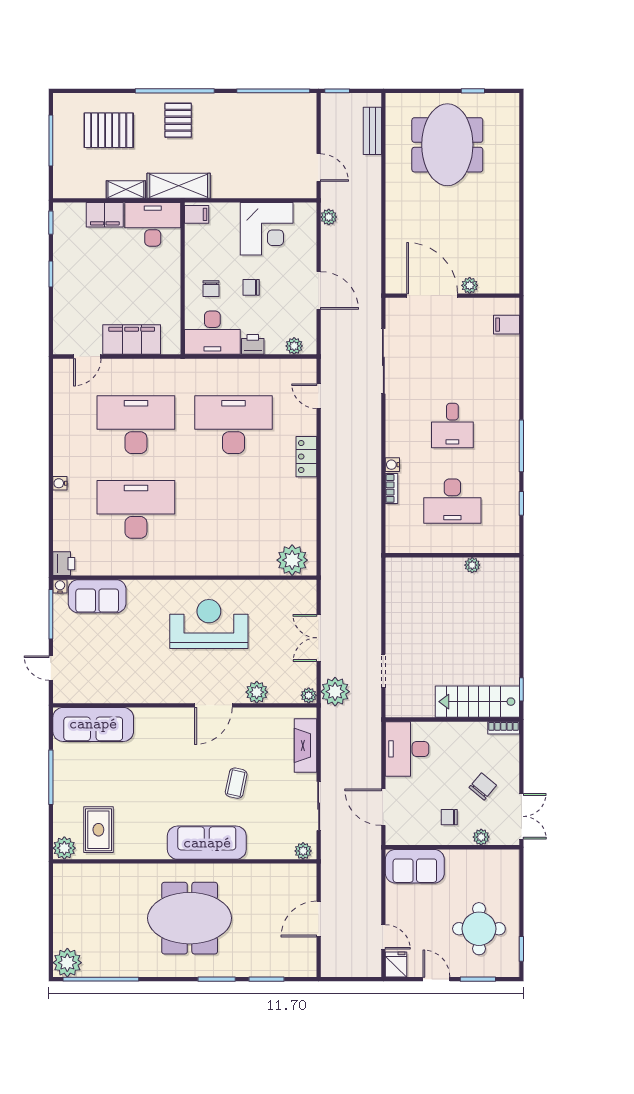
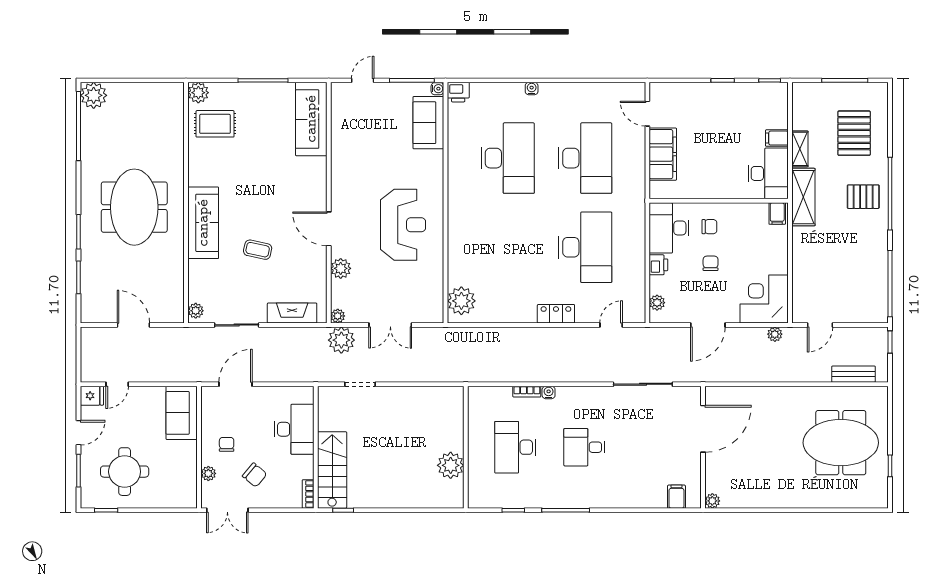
filing cabinet: (105, 215) -> (777, 138), width x0.50
corner desk: (267, 229) -> (764, 299), moved, turned 90
plant: (470, 285) -> (712, 501), moved
chair: (211, 289) -> (709, 227), turned 180
plant: (472, 565) -> (451, 465), width x1.88, depth x1.88
double door: (319, 638) -> (390, 325), swing flipped
desk: (407, 749) -> (294, 429), moved, turned 90

